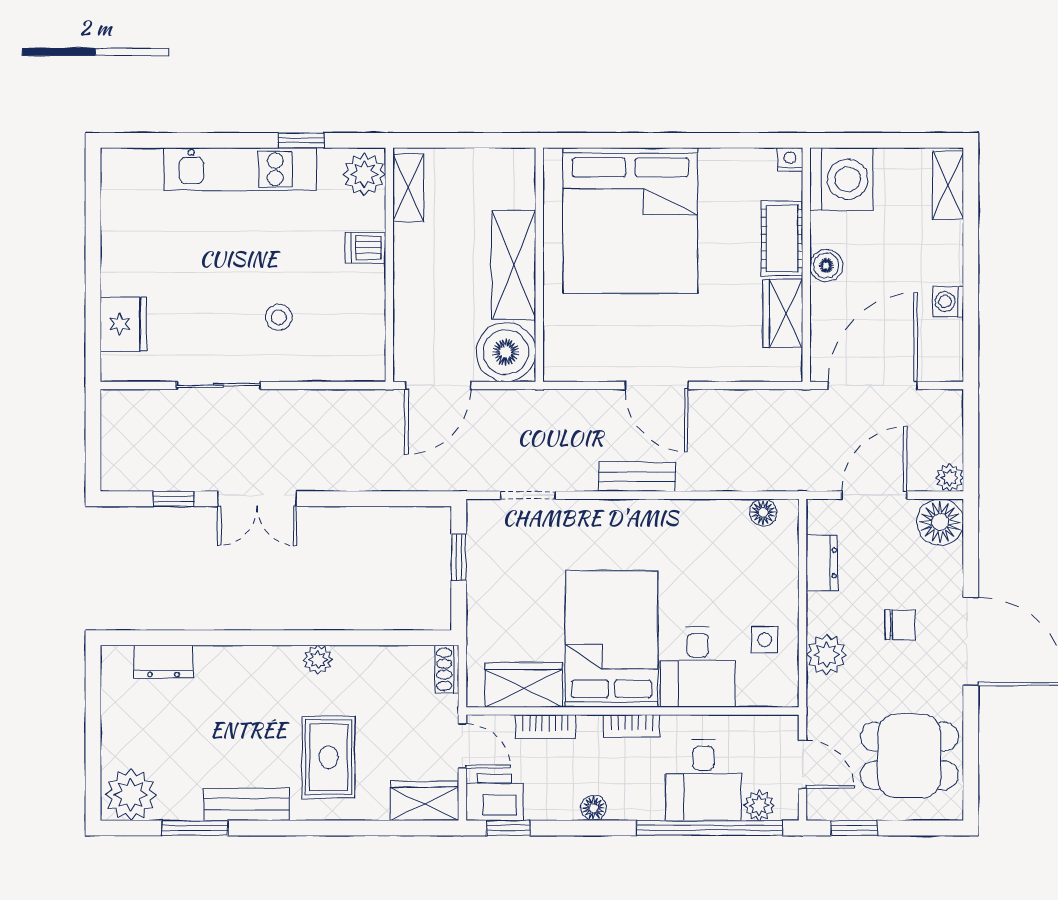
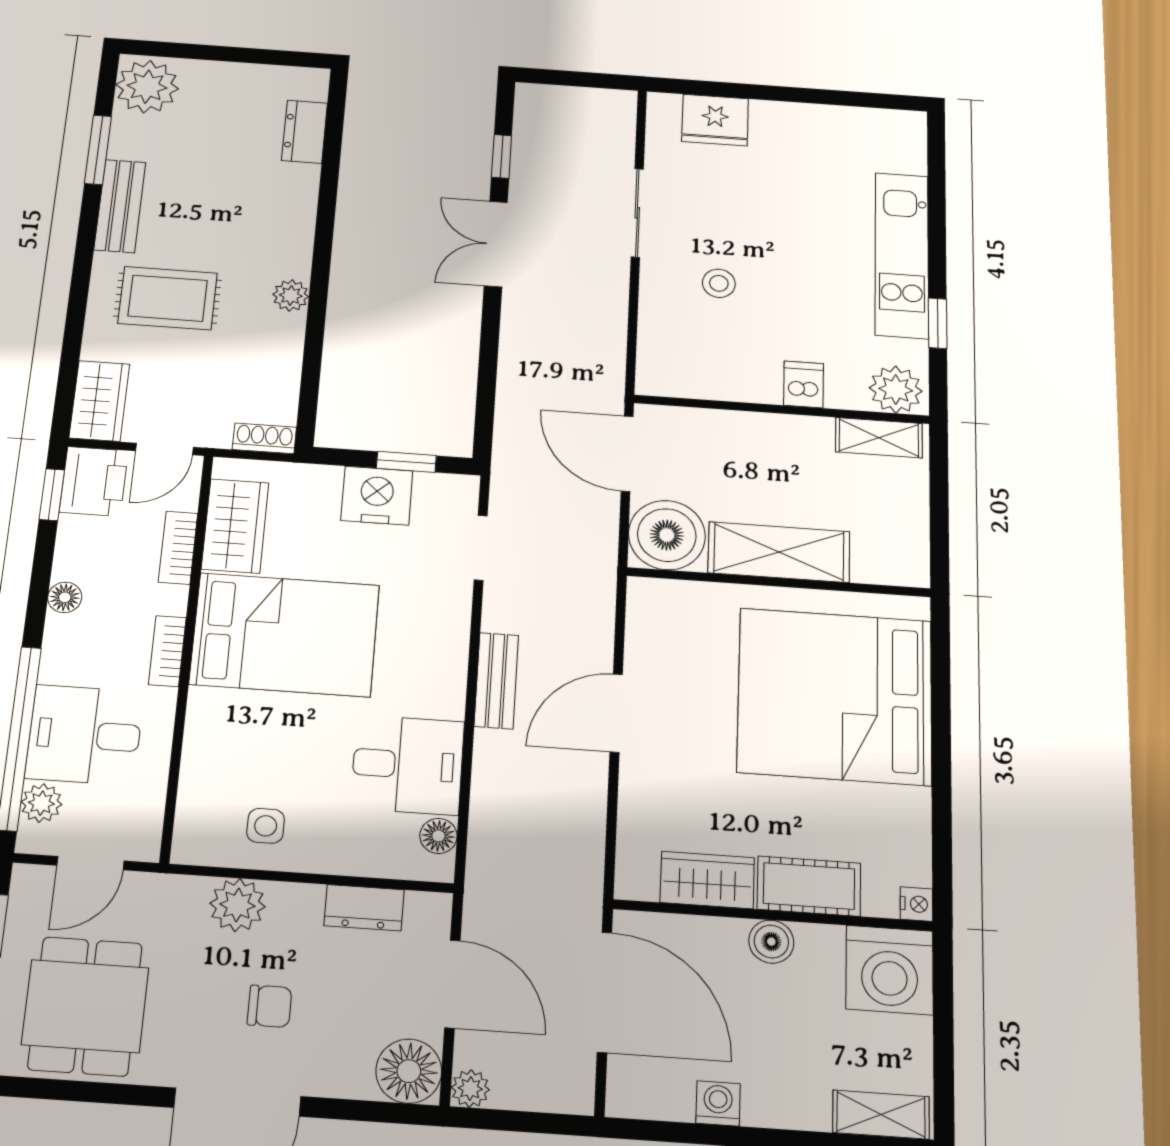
nightstand: (490, 578) -> (377, 496), added
chair: (900, 625) -> (270, 1006), turned -90
desk: (698, 667) -> (408, 765), moved, turned 180

